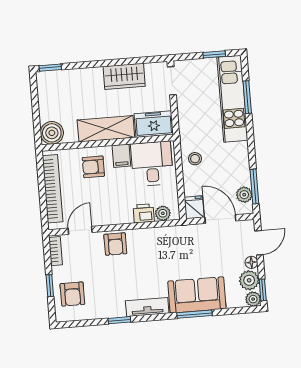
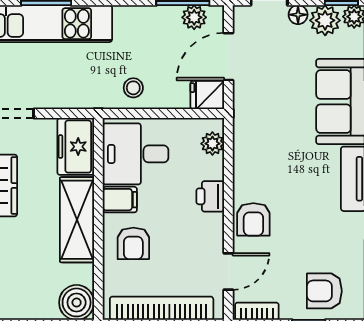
printer: (144, 213) -> (210, 196), moved
door: (80, 230) -> (228, 271), swing flipped
armchair: (115, 244) -> (253, 219), turned 90
armchair: (72, 294) -> (324, 291), turned 180

